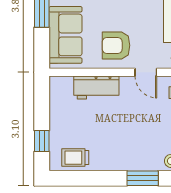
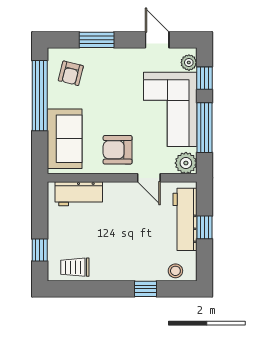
workbench: (96, 87) -> (79, 194), moved
window: (143, 178) -> (145, 289), width x0.67

